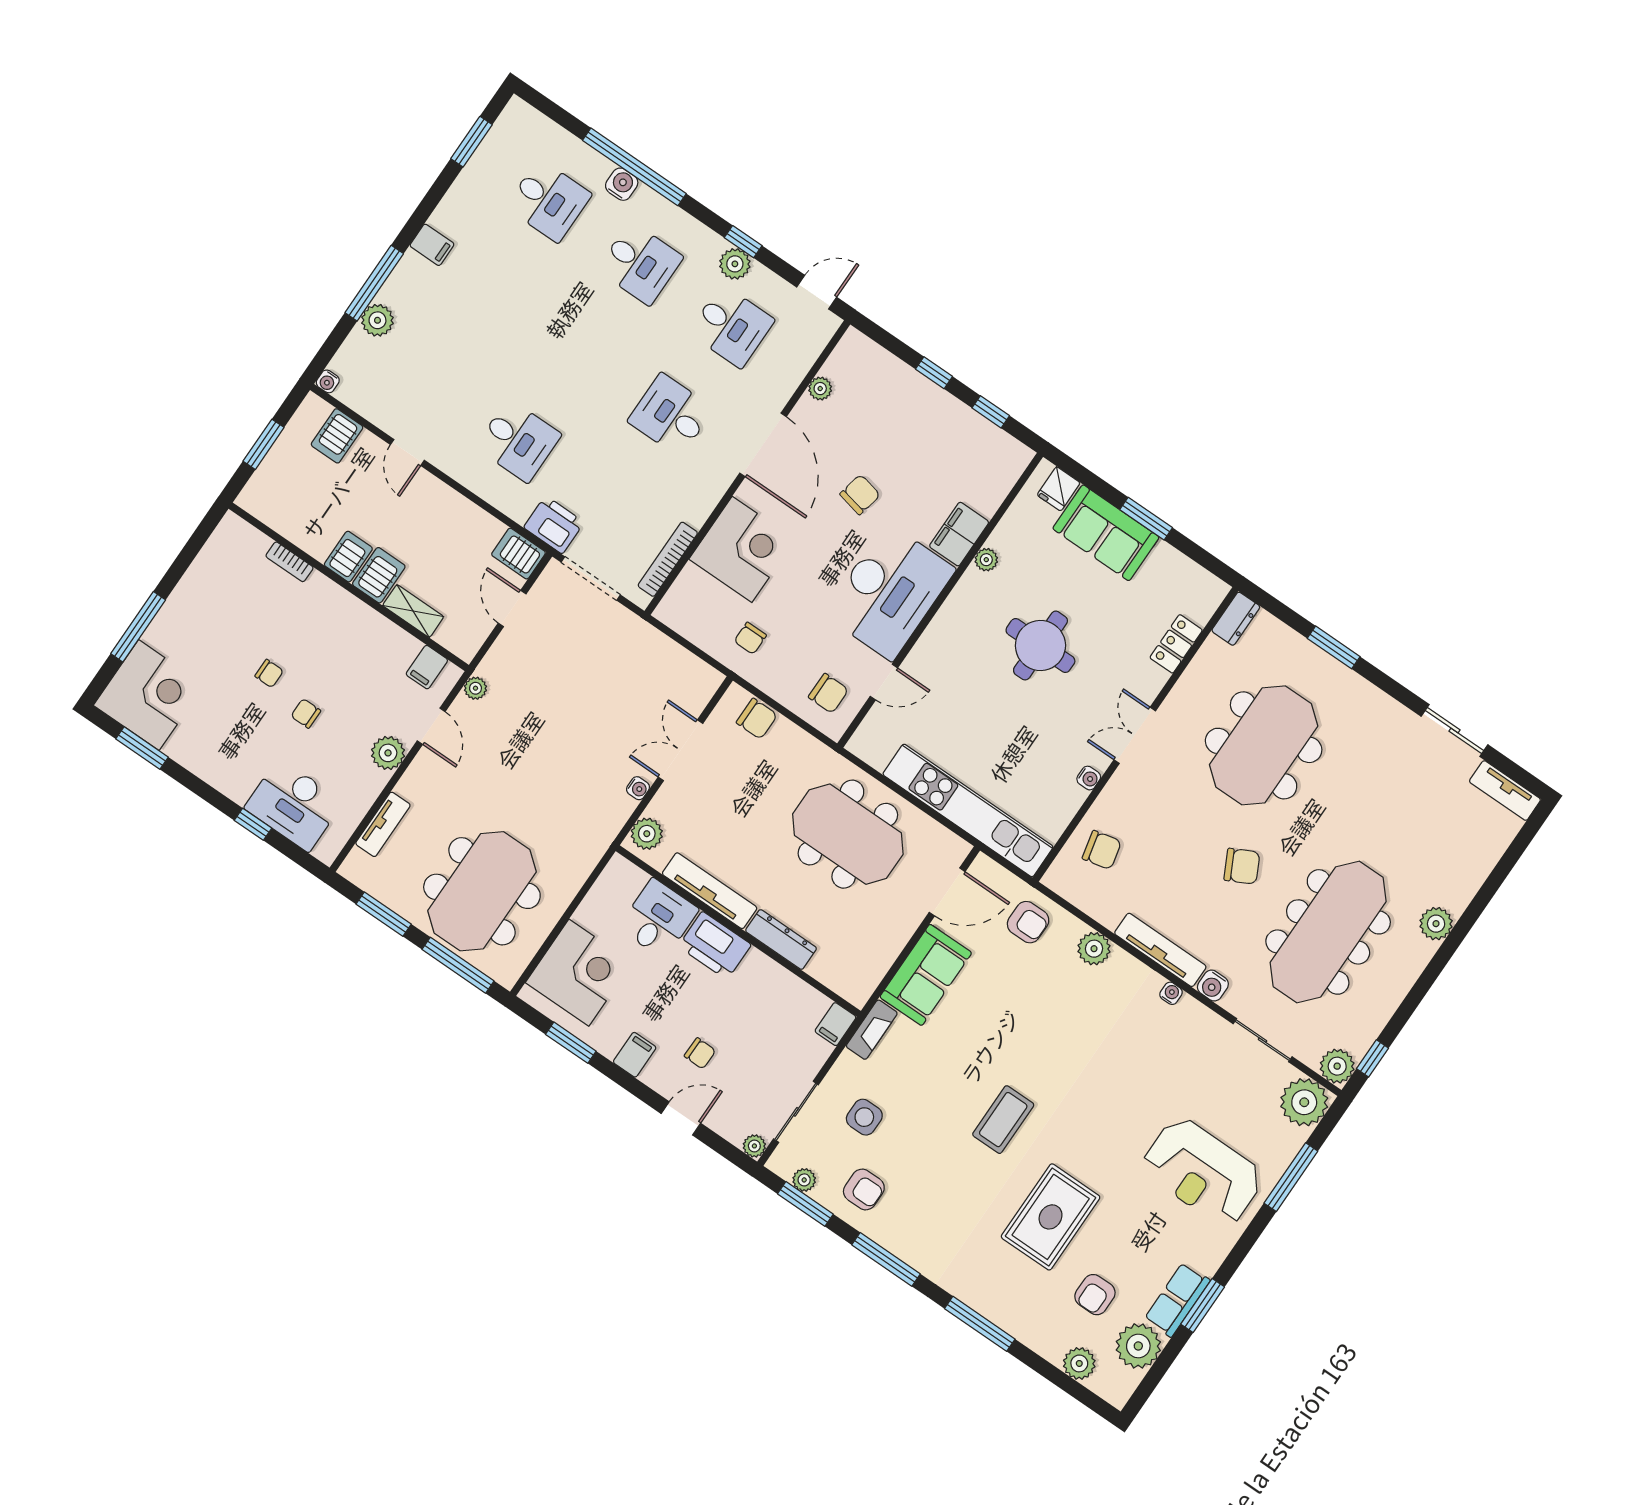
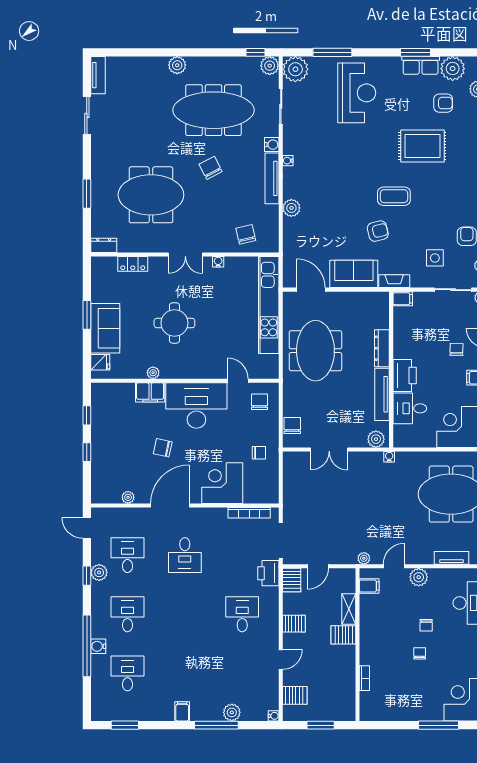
server rack: (348, 557) -> (294, 624), moved, turned 180
water cooler: (638, 788) -> (389, 457), moved
armchair: (1028, 922) -> (378, 231), moved, turned 76

